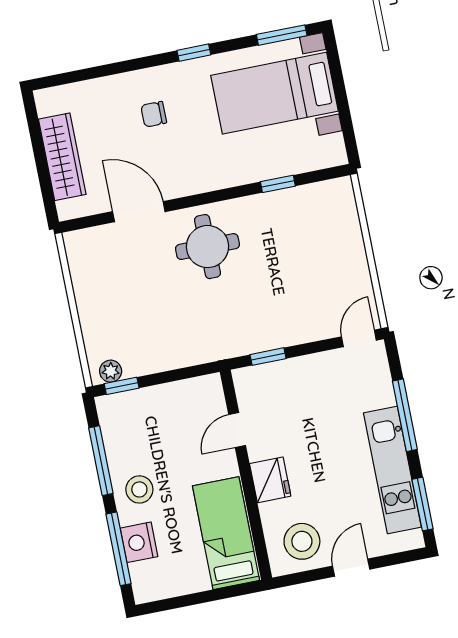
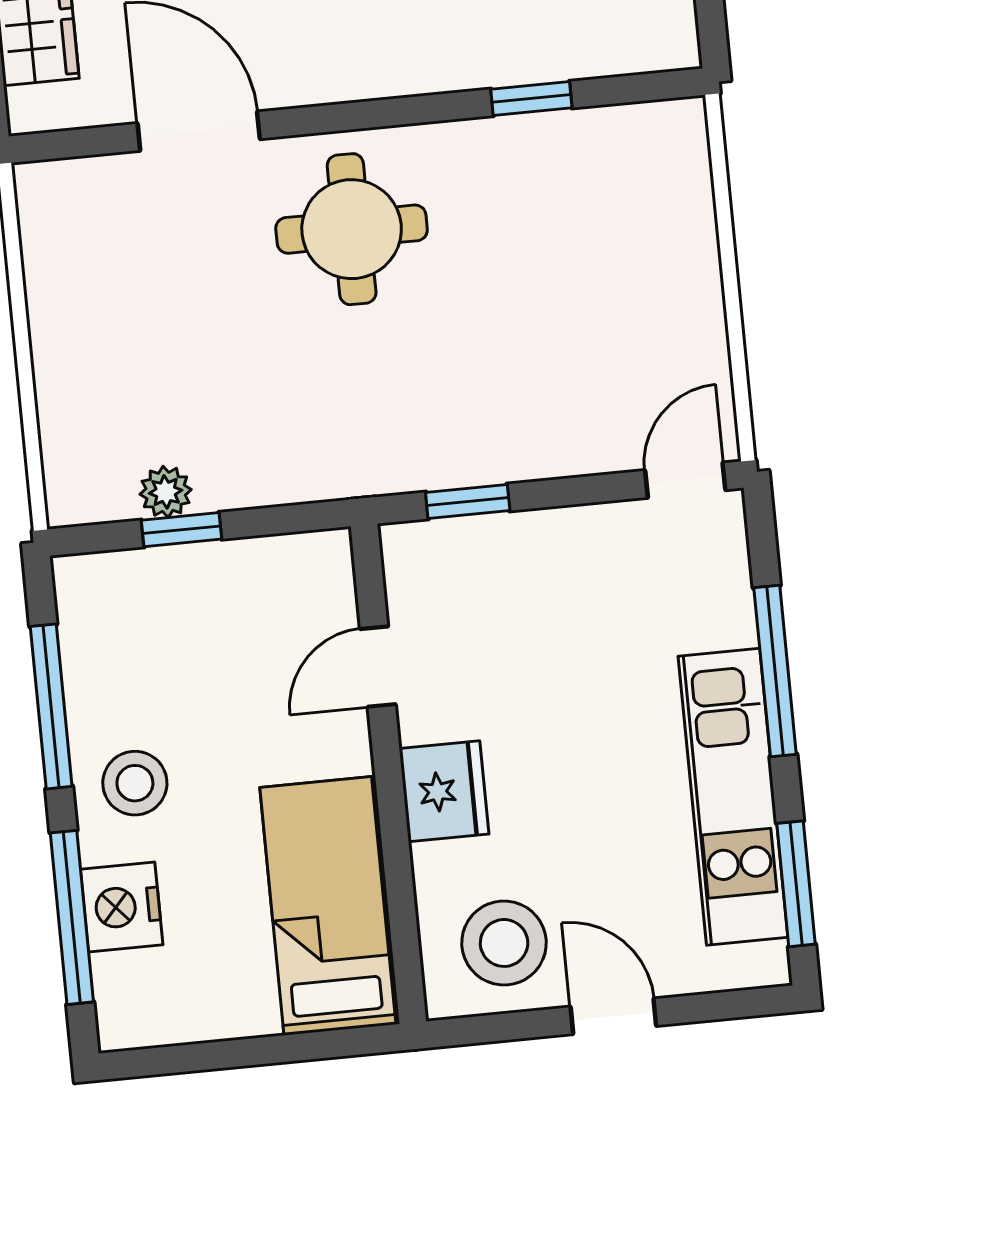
plant: (111, 371) -> (166, 492), moved
window: (122, 386) -> (182, 530), moved
door: (351, 568) -> (613, 1016), hinge flipped

